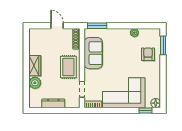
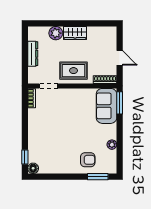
door: (57, 26) -> (120, 58), hinge flipped
sofa: (93, 53) -> (106, 106), moved, turned 90
corner sofa: (124, 93) -> (45, 132), removed

